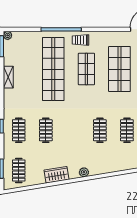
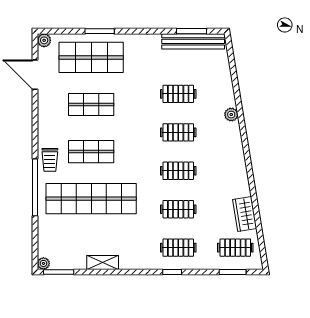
shop shelf: (119, 69) -> (91, 105), width x0.70, depth x0.74
clothes rail: (73, 130) -> (178, 171), added
plant: (84, 172) -> (231, 115), moved
wardrobe: (56, 175) -> (245, 214), moved

